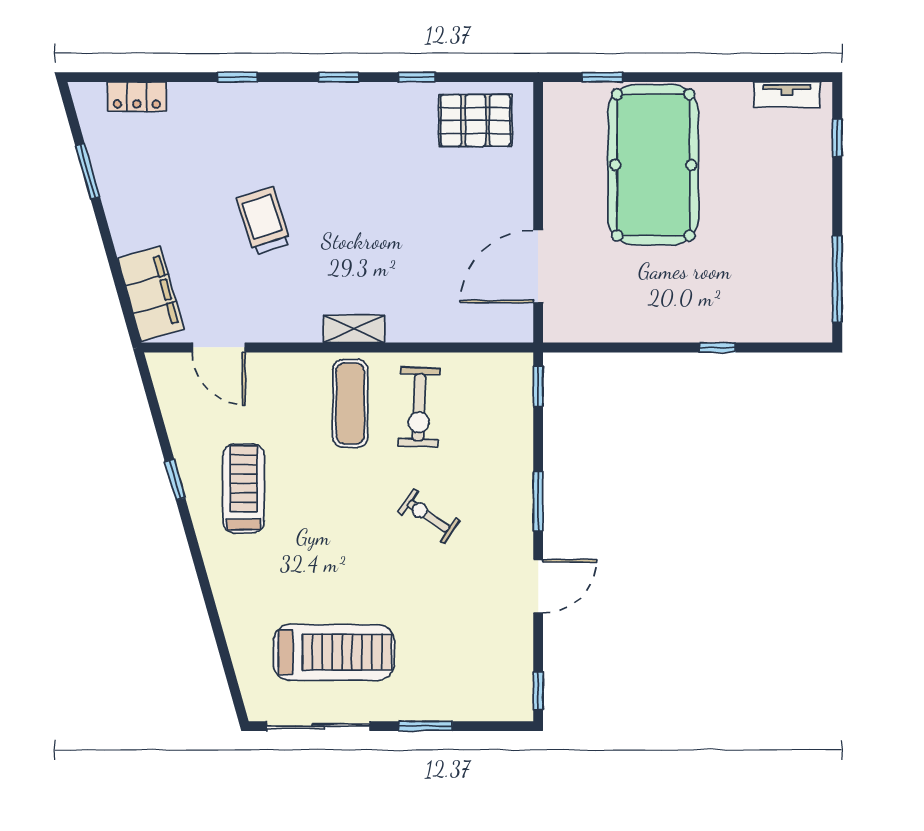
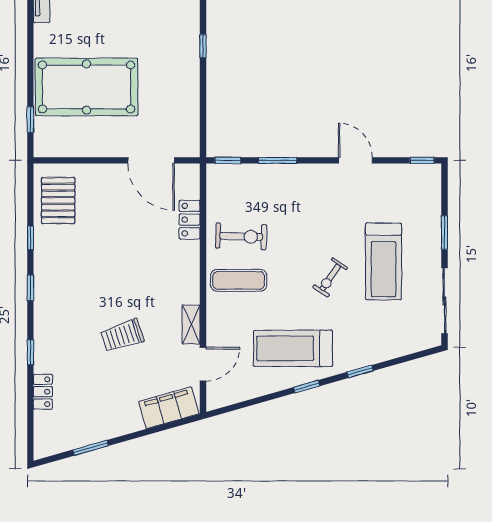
locker: (137, 97) -> (43, 392), moved
locker: (445, 326) -> (190, 220), added
shelving: (354, 329) -> (191, 325), moved
window: (175, 480) -> (307, 387), moved
treadmill: (244, 489) -> (293, 348), width x1.37, depth x1.38
window: (538, 501) -> (278, 160), moved
exercise bike: (429, 516) -> (330, 278), moved
window: (207, 594) -> (360, 371), added
treadmill: (334, 652) -> (383, 261), moved, turned 180

